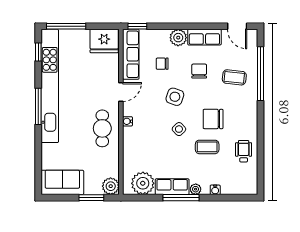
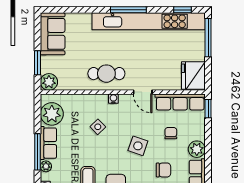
side table: (179, 129) -> (98, 127), moved

